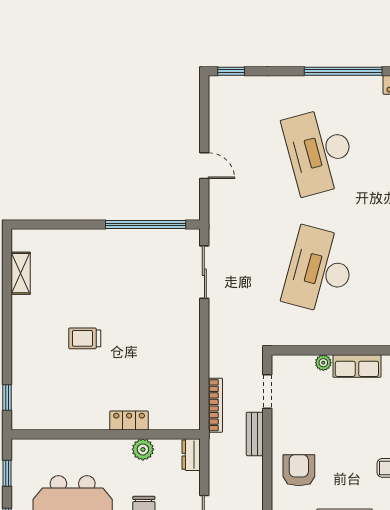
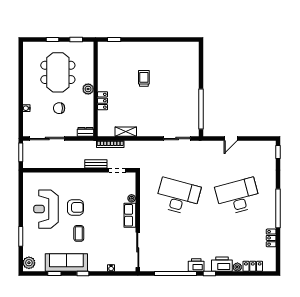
shelving: (21, 273) -> (126, 132), moved
plant: (143, 449) -> (88, 89), moved
armchair: (299, 470) -> (75, 207), moved

